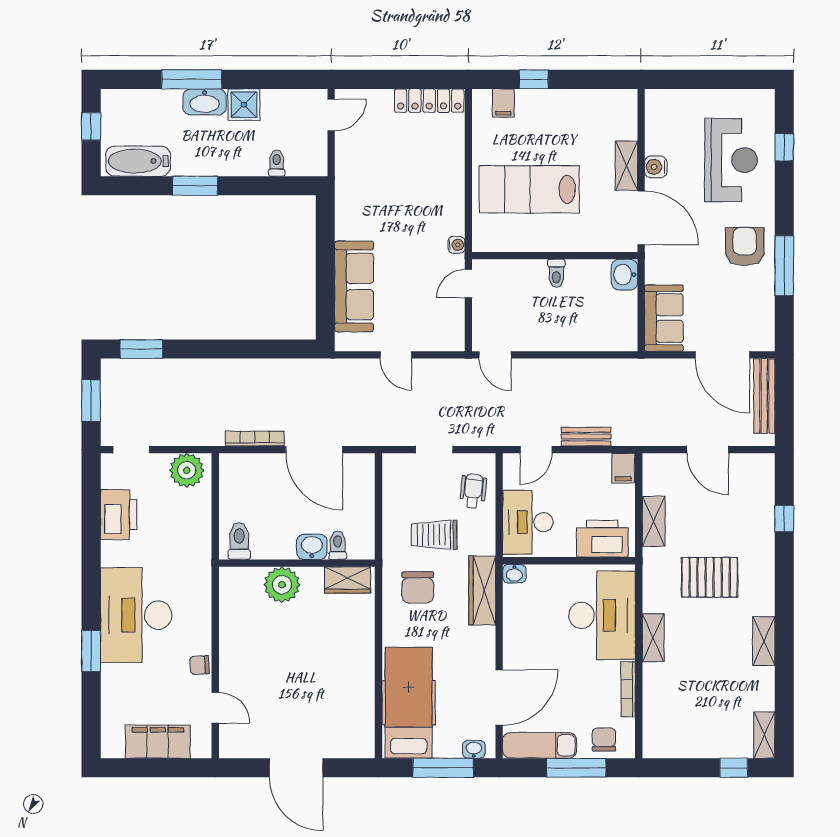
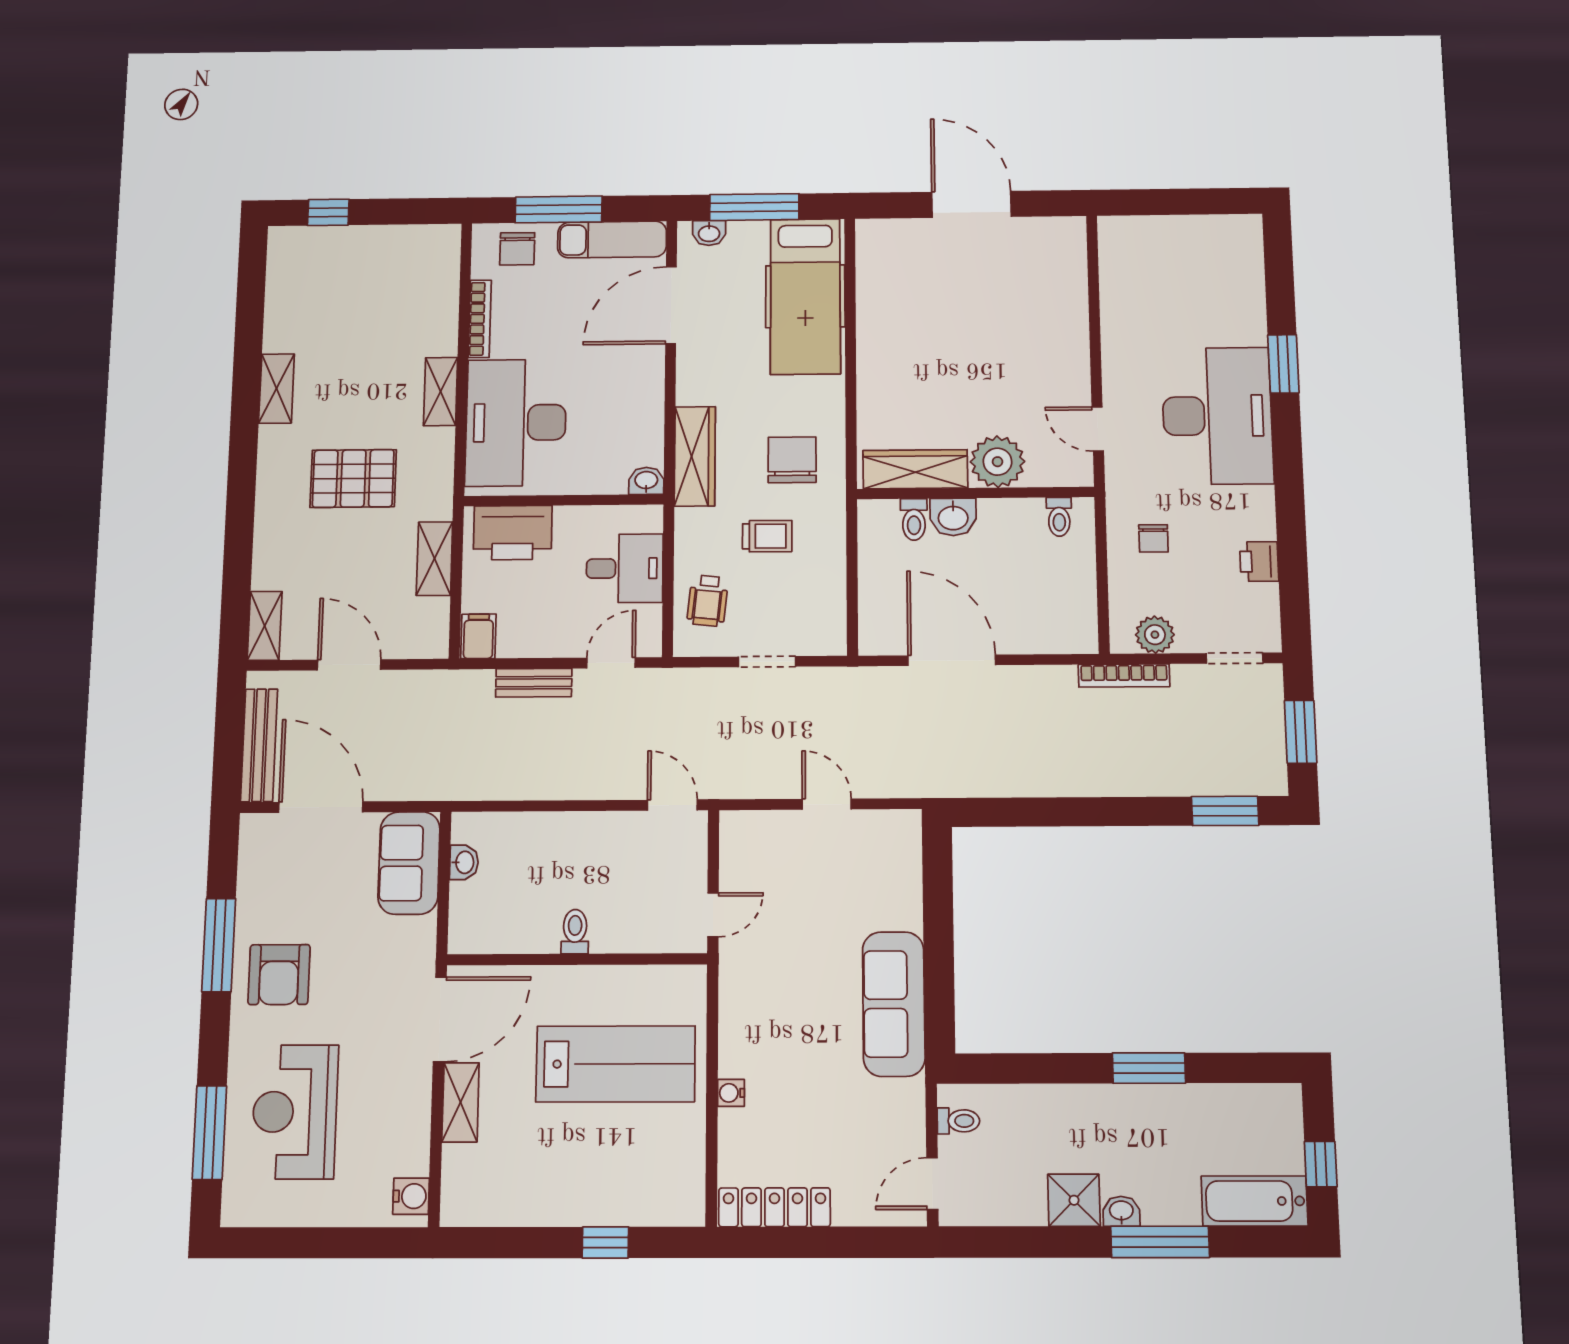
washbasin: (205, 102) -> (1121, 1211), width x0.52, depth x0.69
filing cabinet: (503, 103) -> (655, 1203), removed
window: (784, 147) -> (209, 1133), width x2.17
bathtub: (138, 161) -> (1254, 1201), moved, turned 180
toilet: (277, 163) -> (958, 1121), moved, turned -90
water cooler: (656, 167) -> (411, 1196), moved
door: (641, 218) -> (440, 1019), swing flipped
water cooler: (456, 245) -> (731, 1093), moved
washbasin: (624, 275) -> (464, 862), moved, width x0.72, depth x0.69
sofa: (354, 286) -> (894, 1004), moved
bookcase: (255, 439) -> (1124, 676), moved
plant: (187, 470) -> (1155, 635), width x0.73, depth x0.73
printer: (119, 514) -> (1259, 562), width x0.53, depth x0.68
window: (784, 519) -> (237, 564), removed
desk: (528, 522) -> (625, 568), width x0.73
trolley: (434, 535) -> (767, 536), width x0.73, depth x0.72
toilet: (239, 541) -> (1059, 517), width x0.73, depth x0.72
wardrobe: (348, 580) -> (915, 469), width x1.50
chair: (200, 665) -> (1153, 538), moved, turned 93
door: (215, 708) -> (1098, 429), moved
shelving: (764, 735) -> (265, 626), moved
filing cabinet: (158, 742) -> (1178, 238), removed

